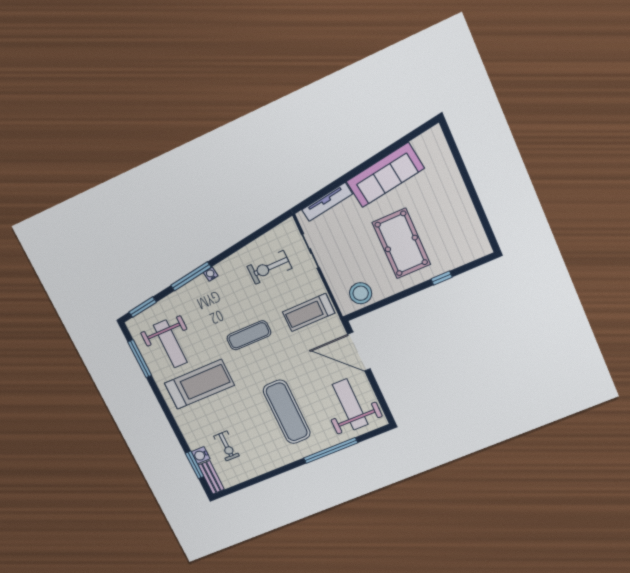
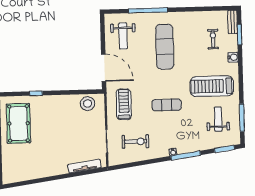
sofa: (385, 175) -> (44, 168), removed
pool table: (401, 243) -> (18, 123), moved
treadmill: (309, 313) -> (124, 104), turned -90
weight bench: (170, 344) -> (218, 119), width x0.73, depth x0.75
weight bench: (350, 404) -> (123, 36), width x0.73, depth x0.75
water cooler: (201, 455) -> (233, 57), moved

